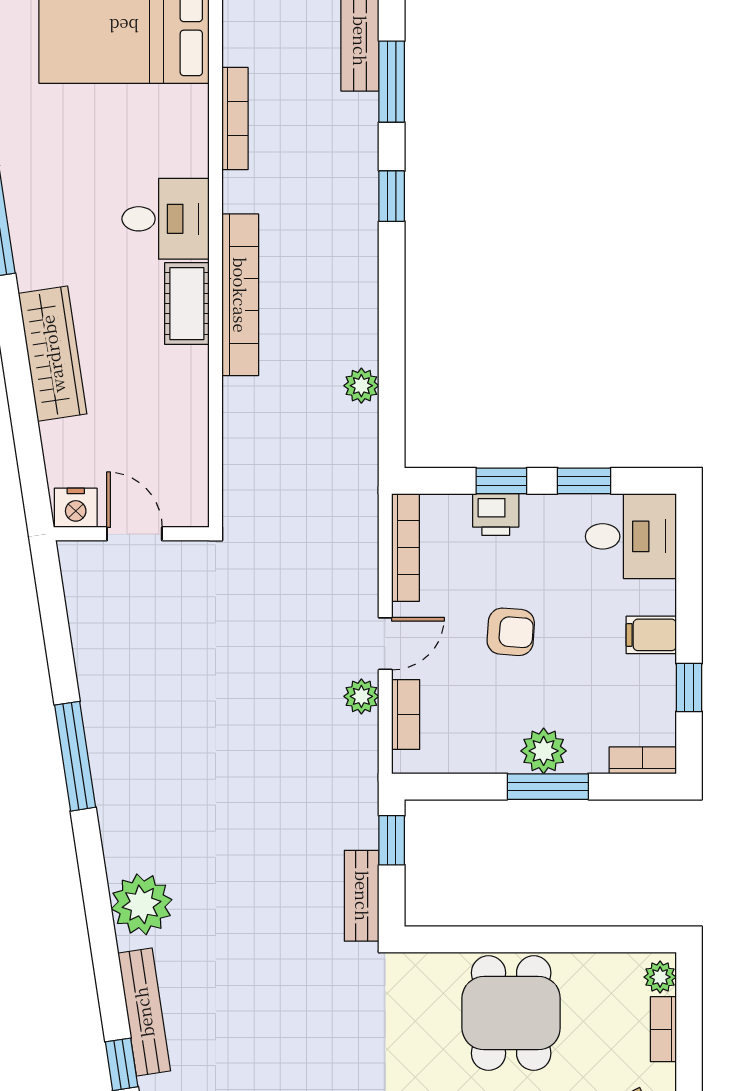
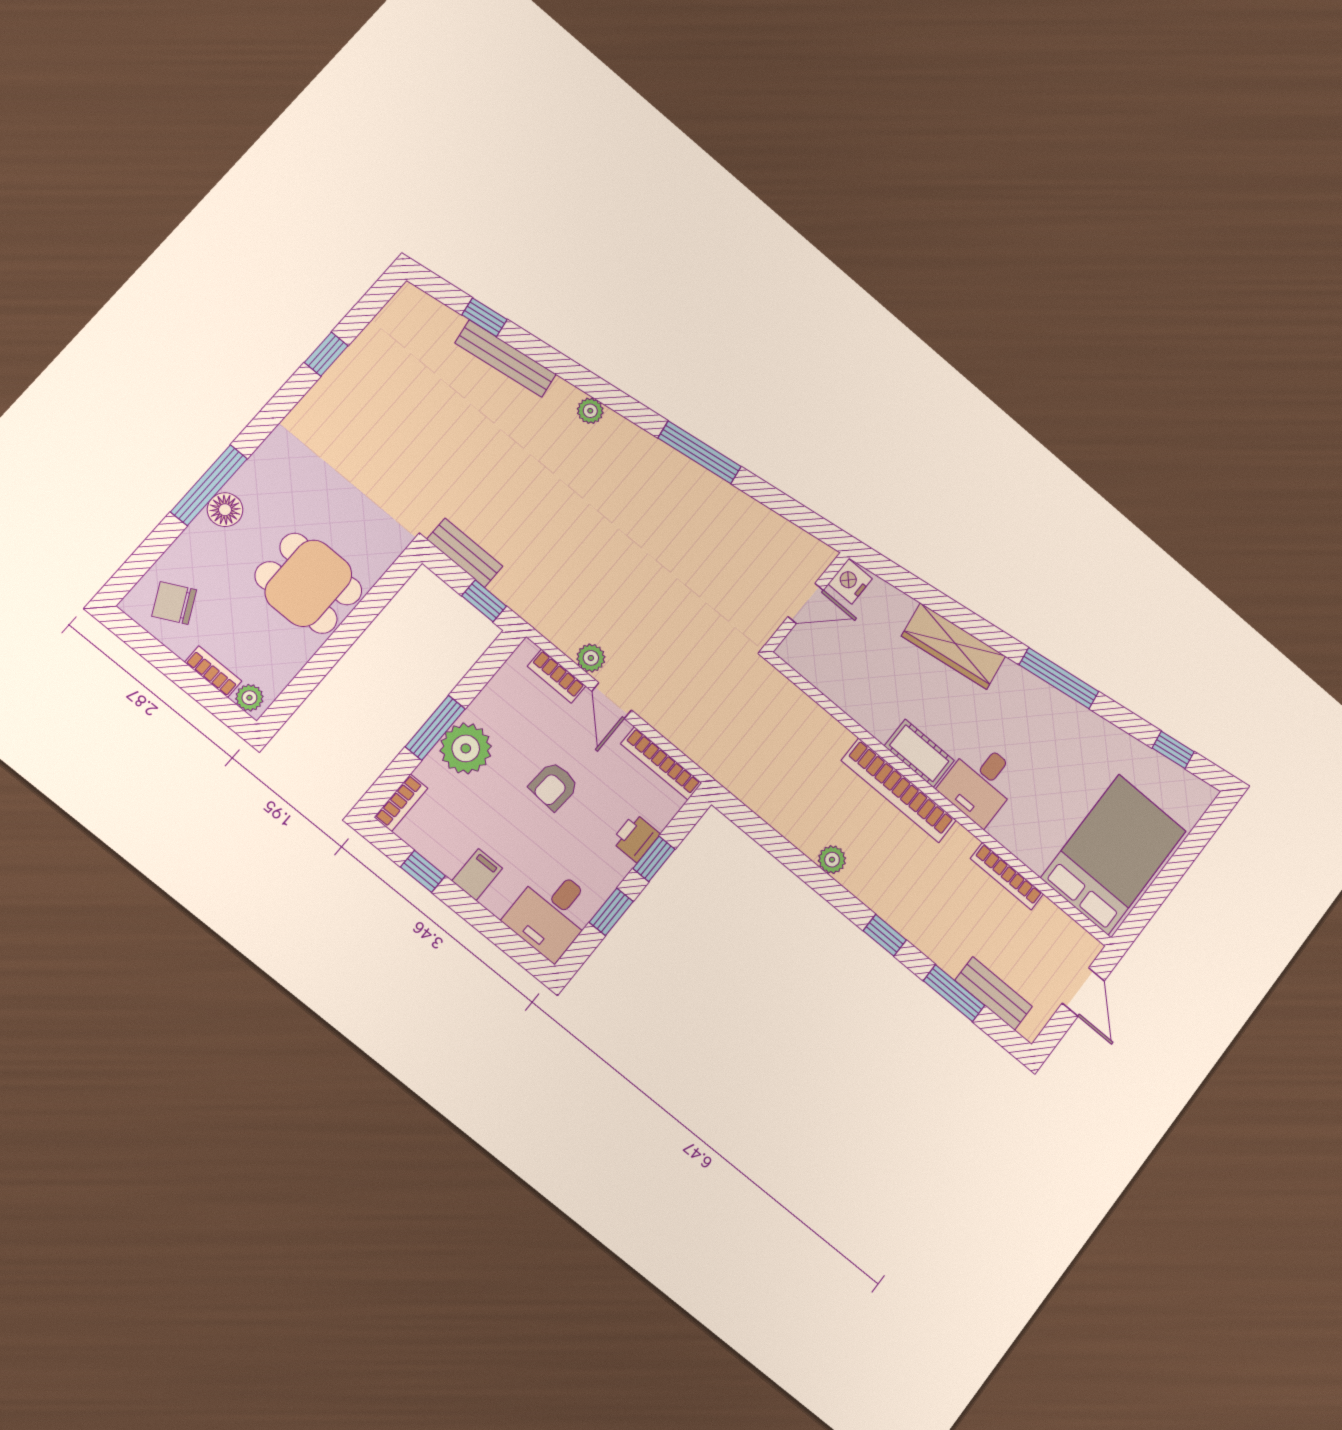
plant: (361, 386) -> (832, 860), moved
plant: (544, 751) -> (466, 748), width x1.36, depth x1.36
plant: (142, 904) -> (590, 411), width x0.53, depth x0.53

